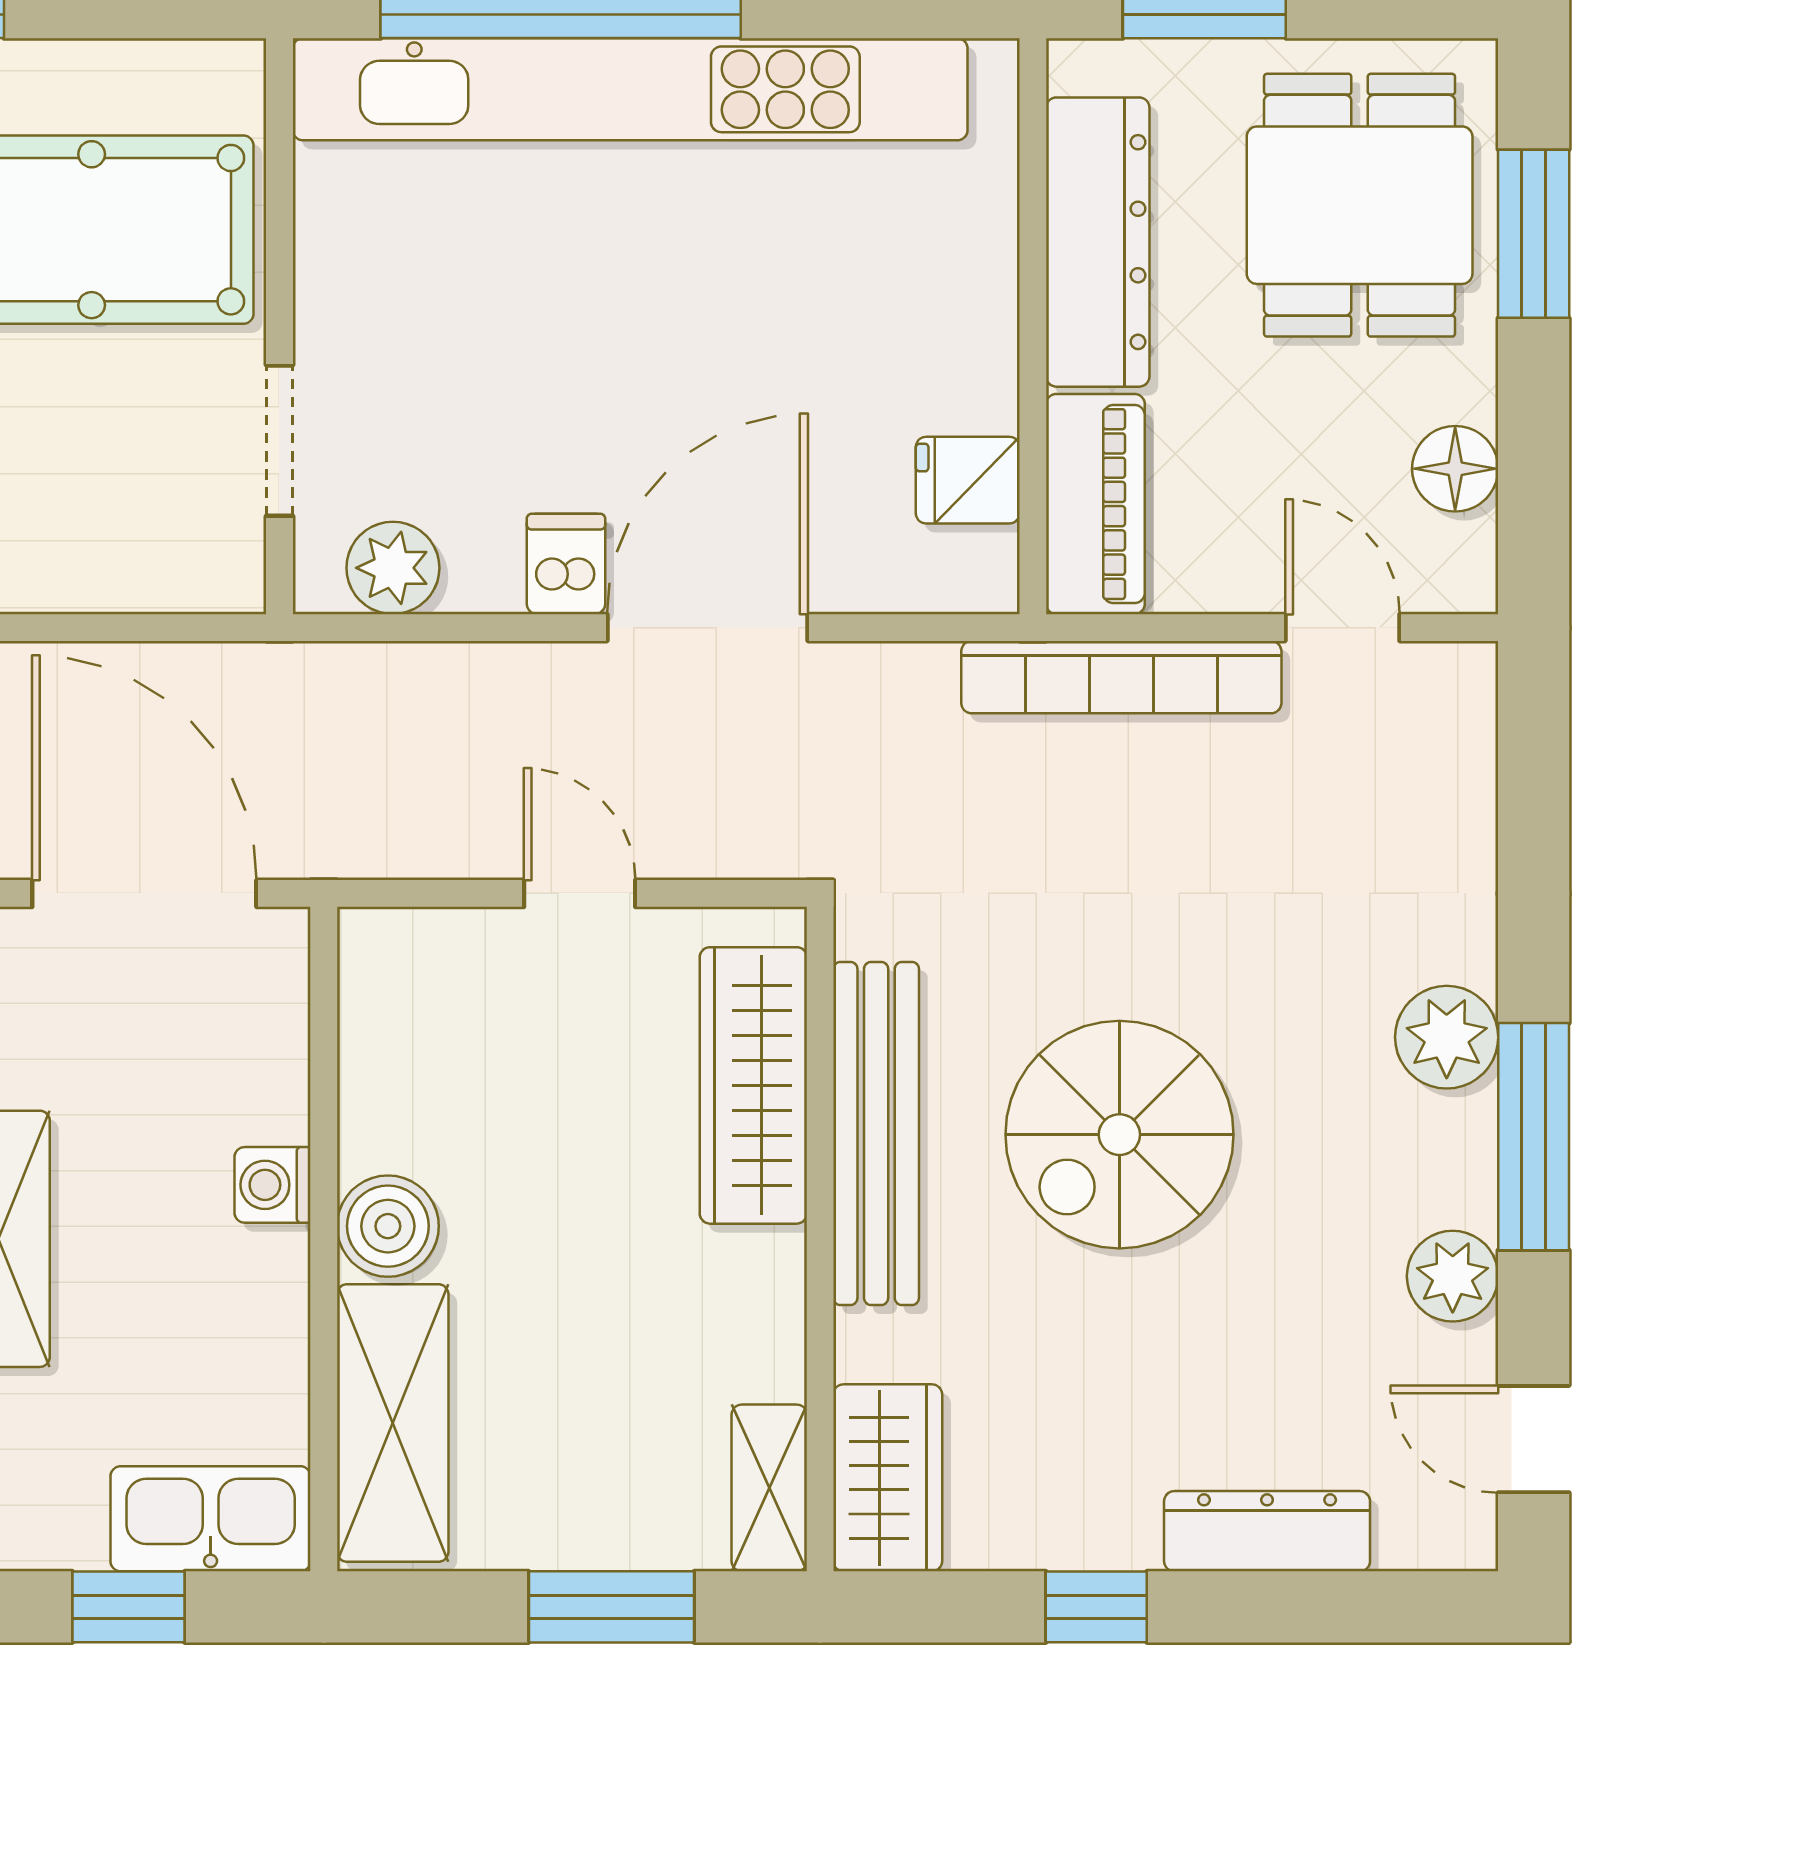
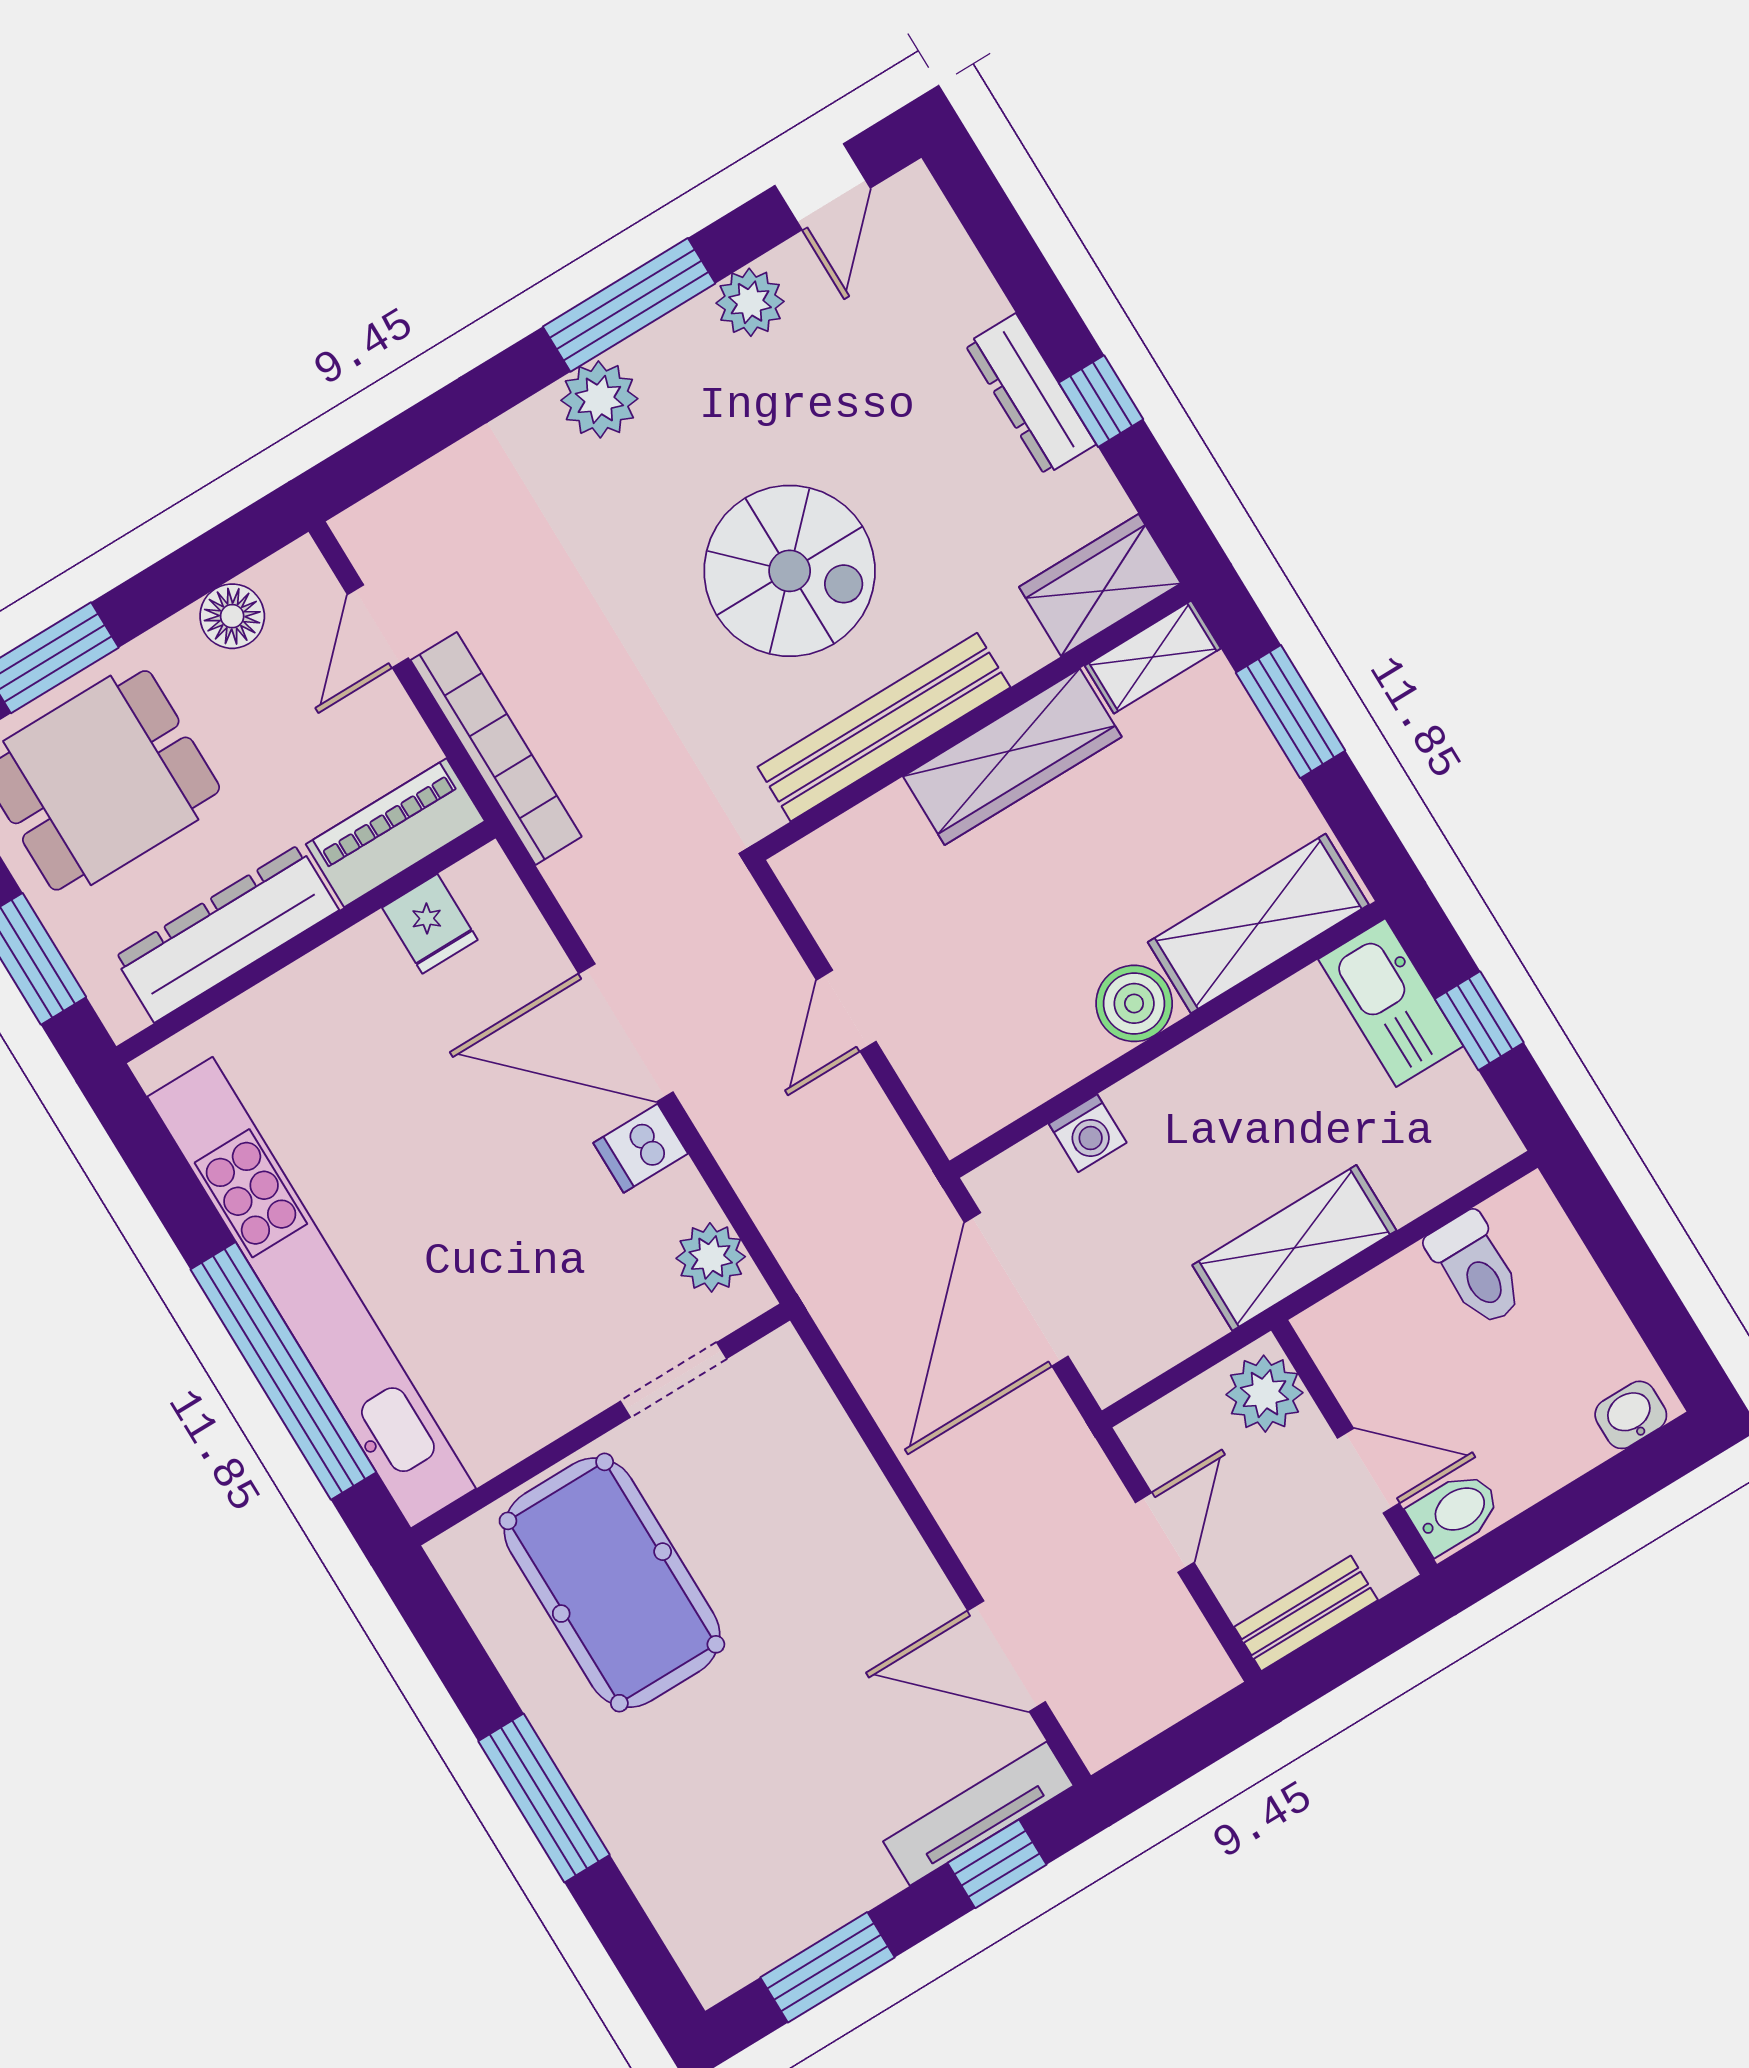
wardrobe: (753, 1085) -> (1012, 757), moved
washing machine: (273, 1185) -> (1088, 1133), moved
dresser: (1267, 1531) -> (1030, 394), moved

